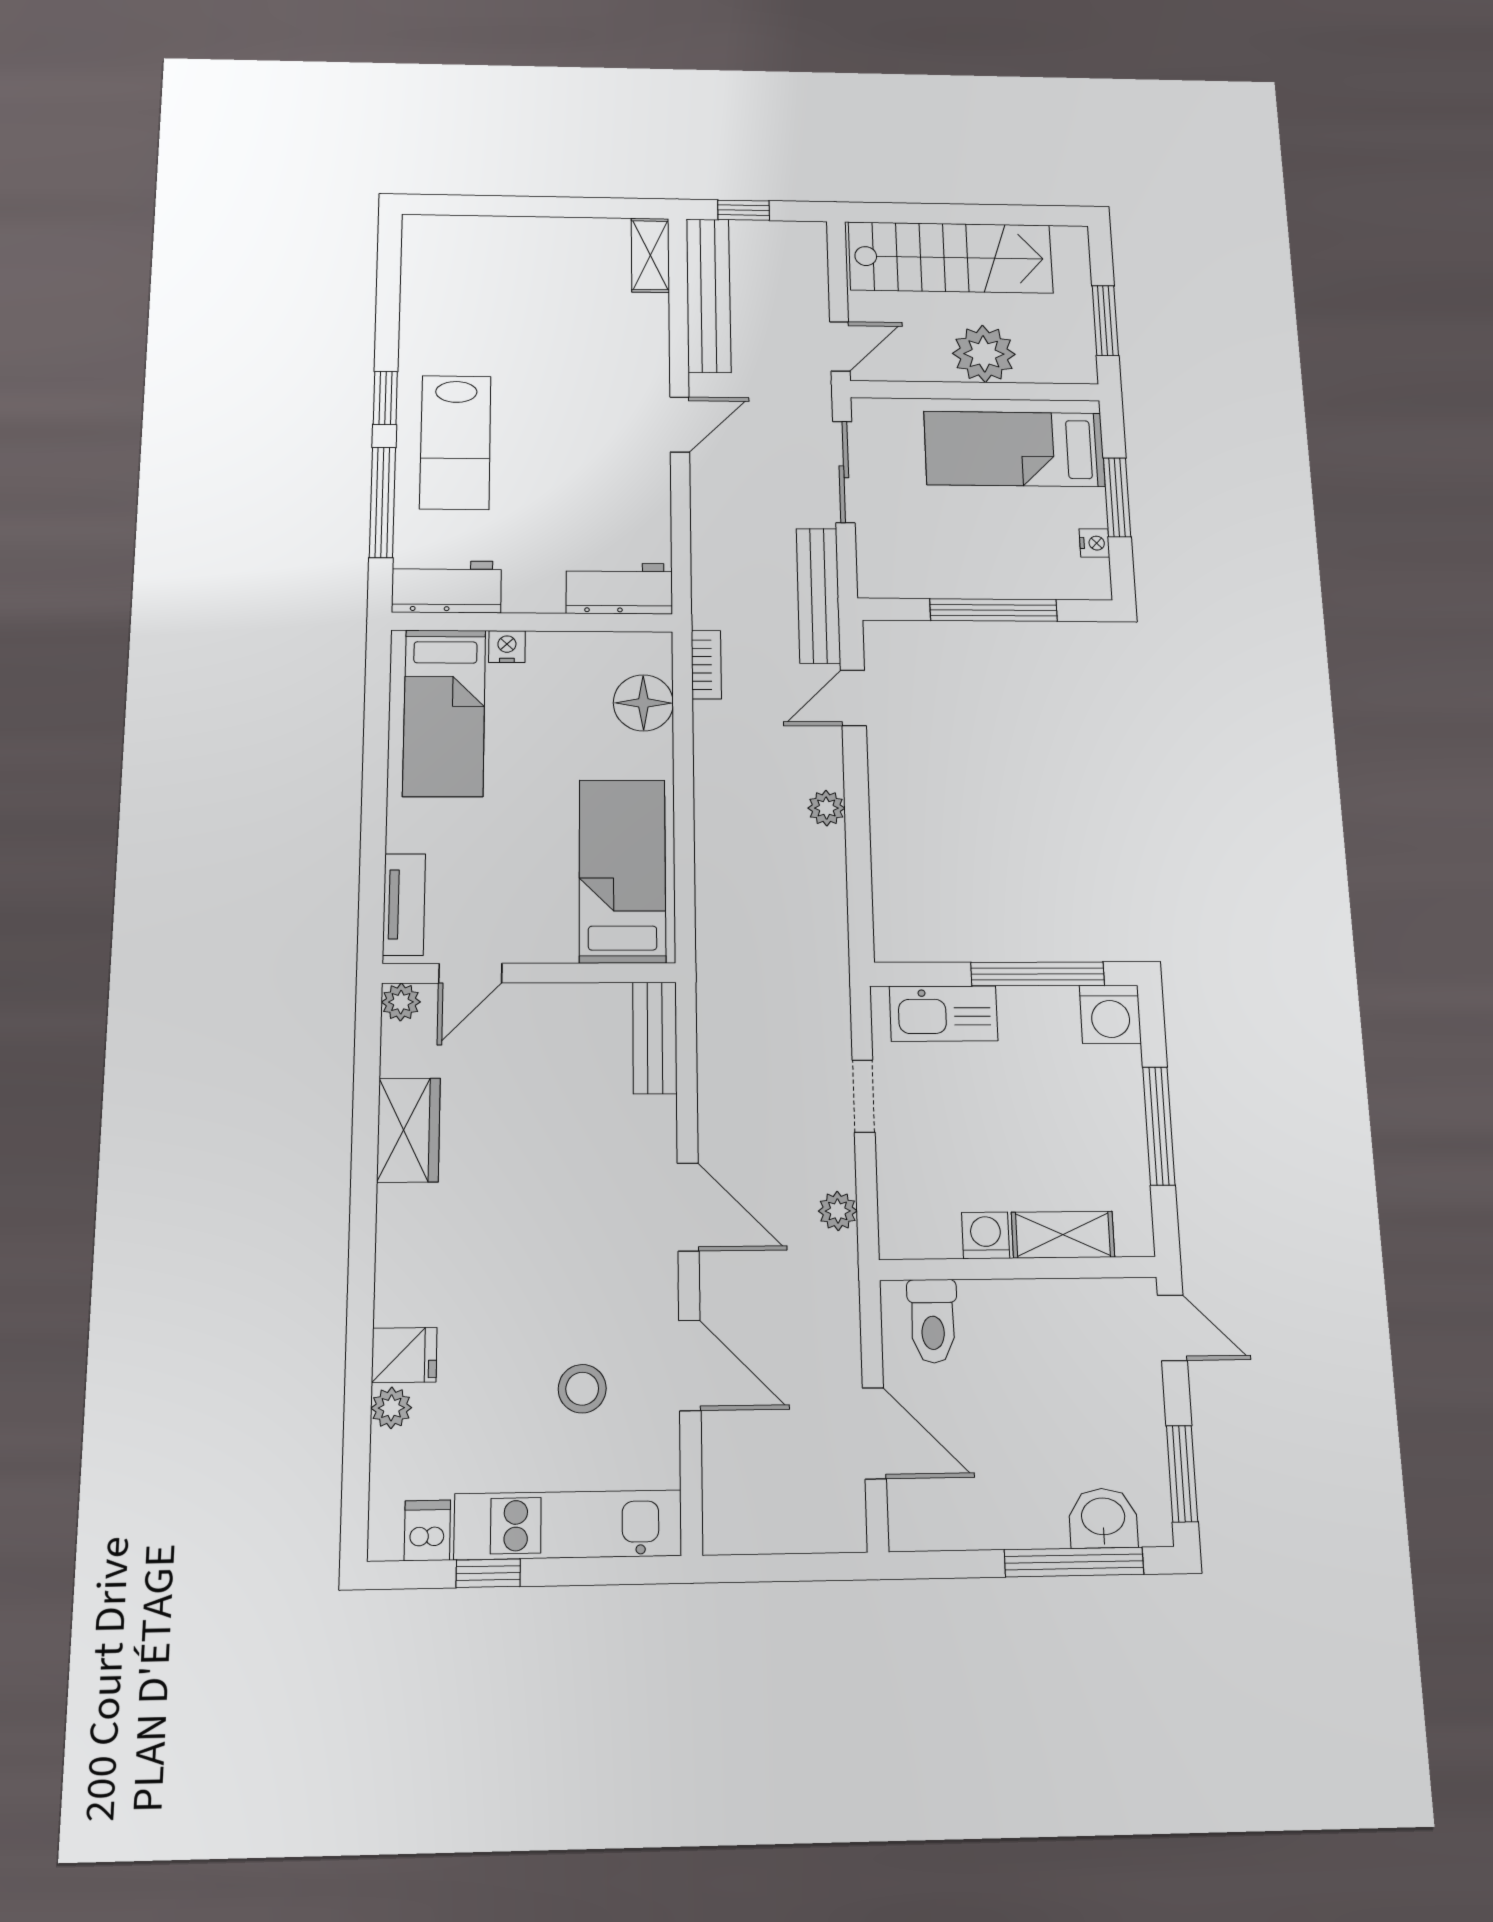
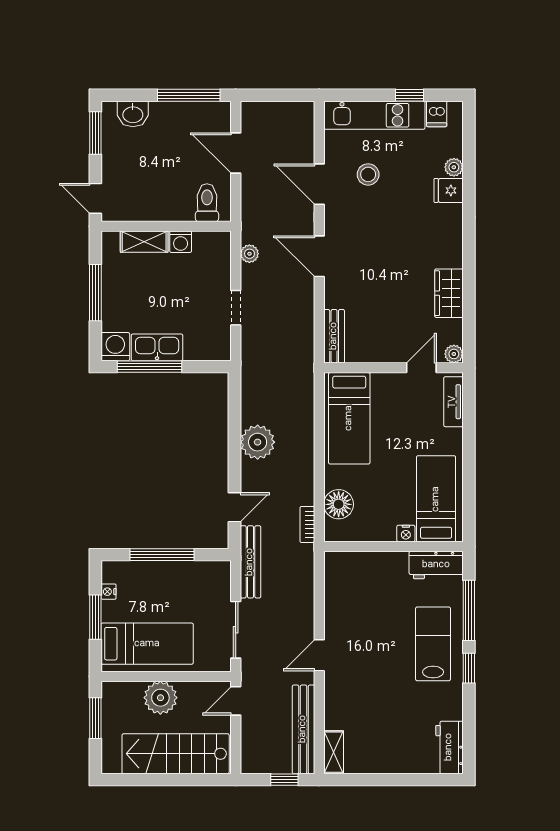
workbench: (619, 589) -> (449, 747), moved, turned 90
plant: (826, 808) -> (258, 442), width x1.87, depth x1.87
kitchen sink: (944, 1014) -> (157, 347), moved
window: (1074, 1562) -> (189, 95), moved

